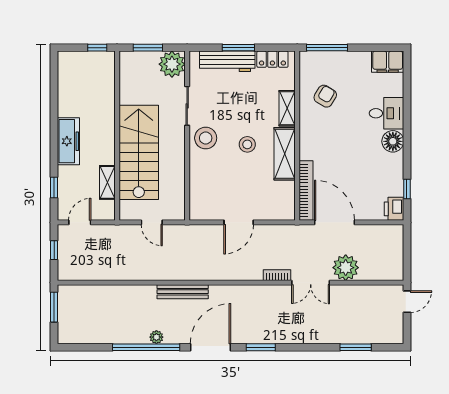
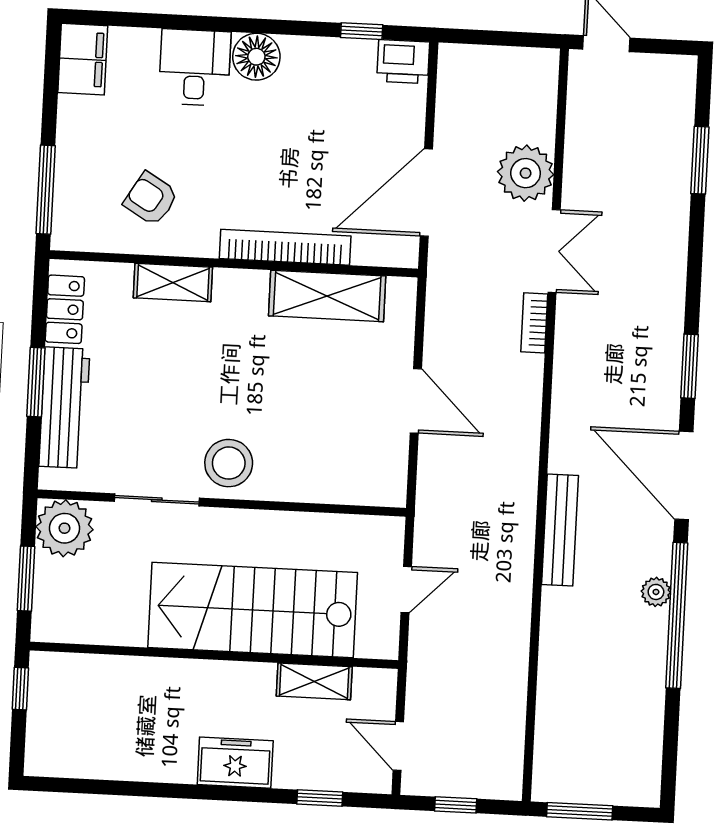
freezer: (68, 141) -> (235, 763), width x0.71
stool: (247, 144) -> (247, 373), removed
shelving: (285, 154) -> (327, 296), moved
bookcase: (306, 191) -> (285, 247), moved

